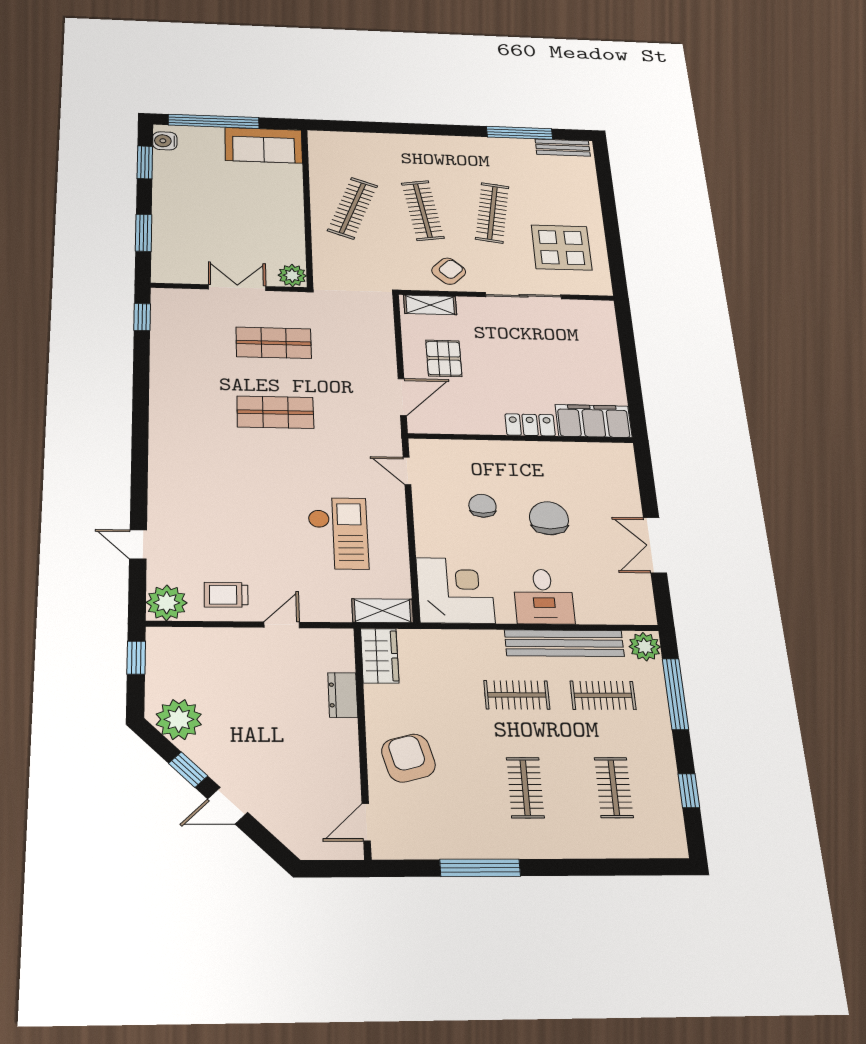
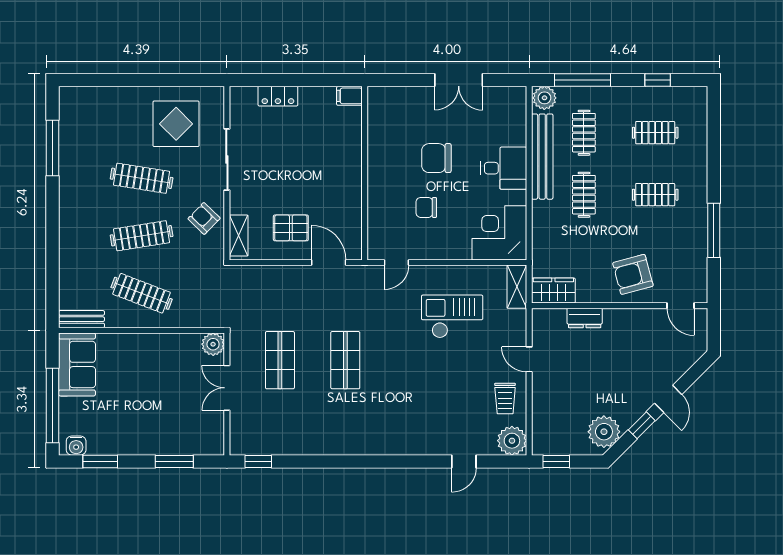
bench: (563, 148) -> (82, 319), moved, turned 90
filing cabinet: (594, 421) -> (349, 96), width x0.33, depth x0.86
locker: (530, 425) -> (278, 96), moved, turned -90

